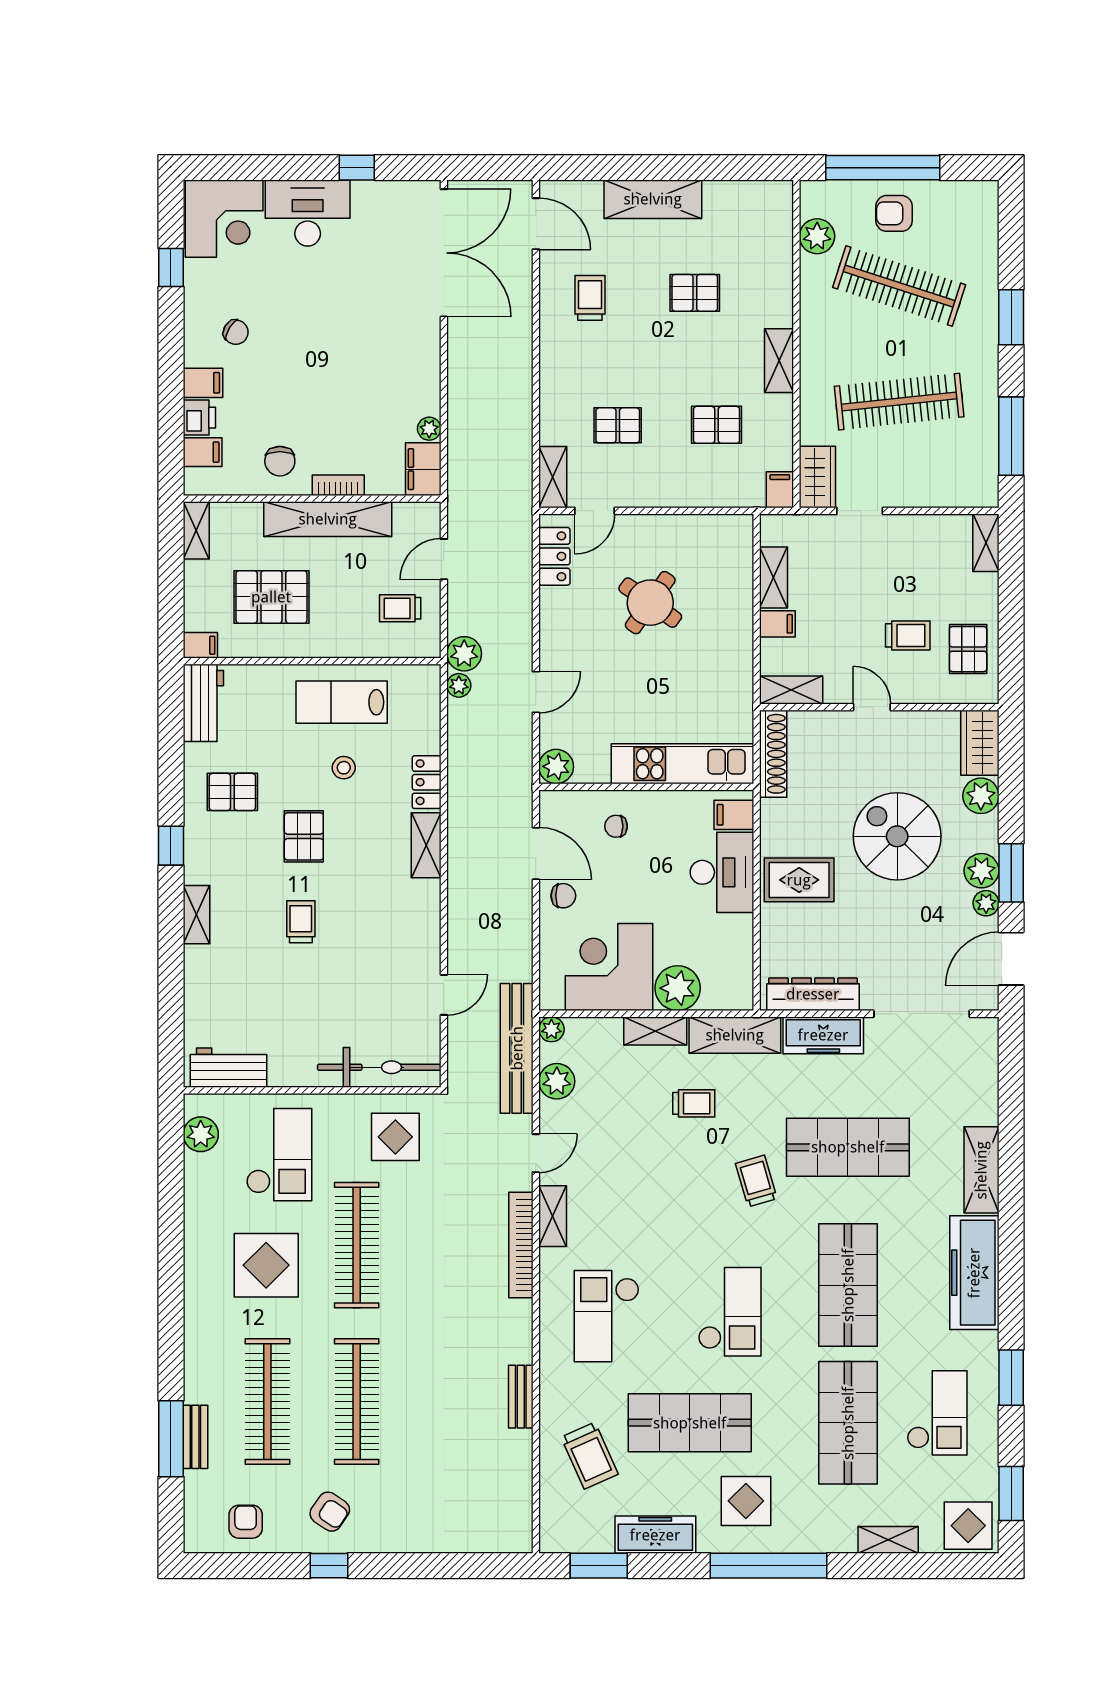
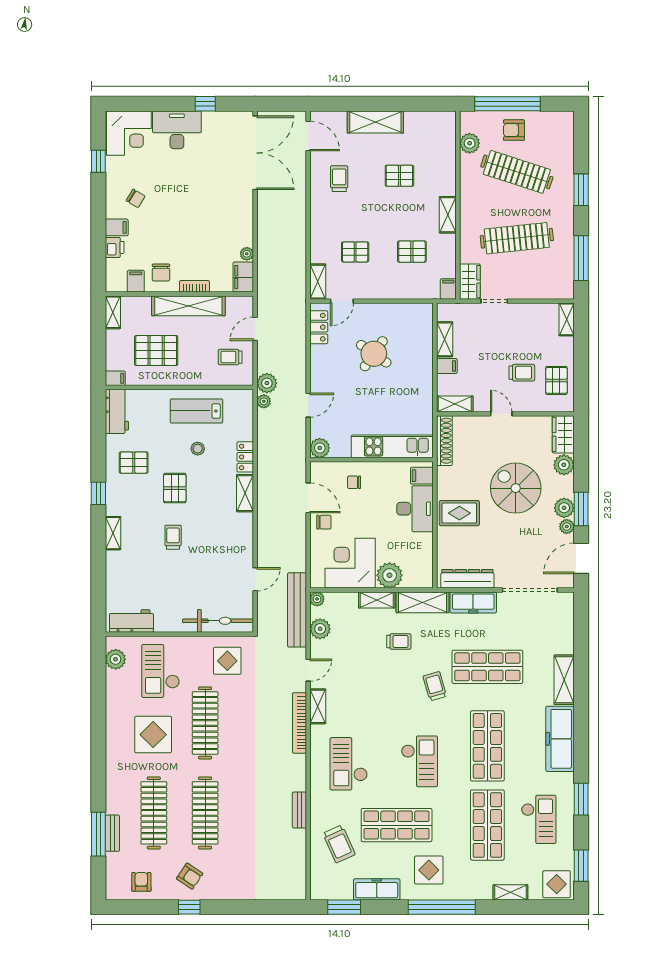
filing cabinet: (203, 452) -> (136, 281), moved, turned -90
checkout: (279, 1155) -> (161, 671), turned 180

